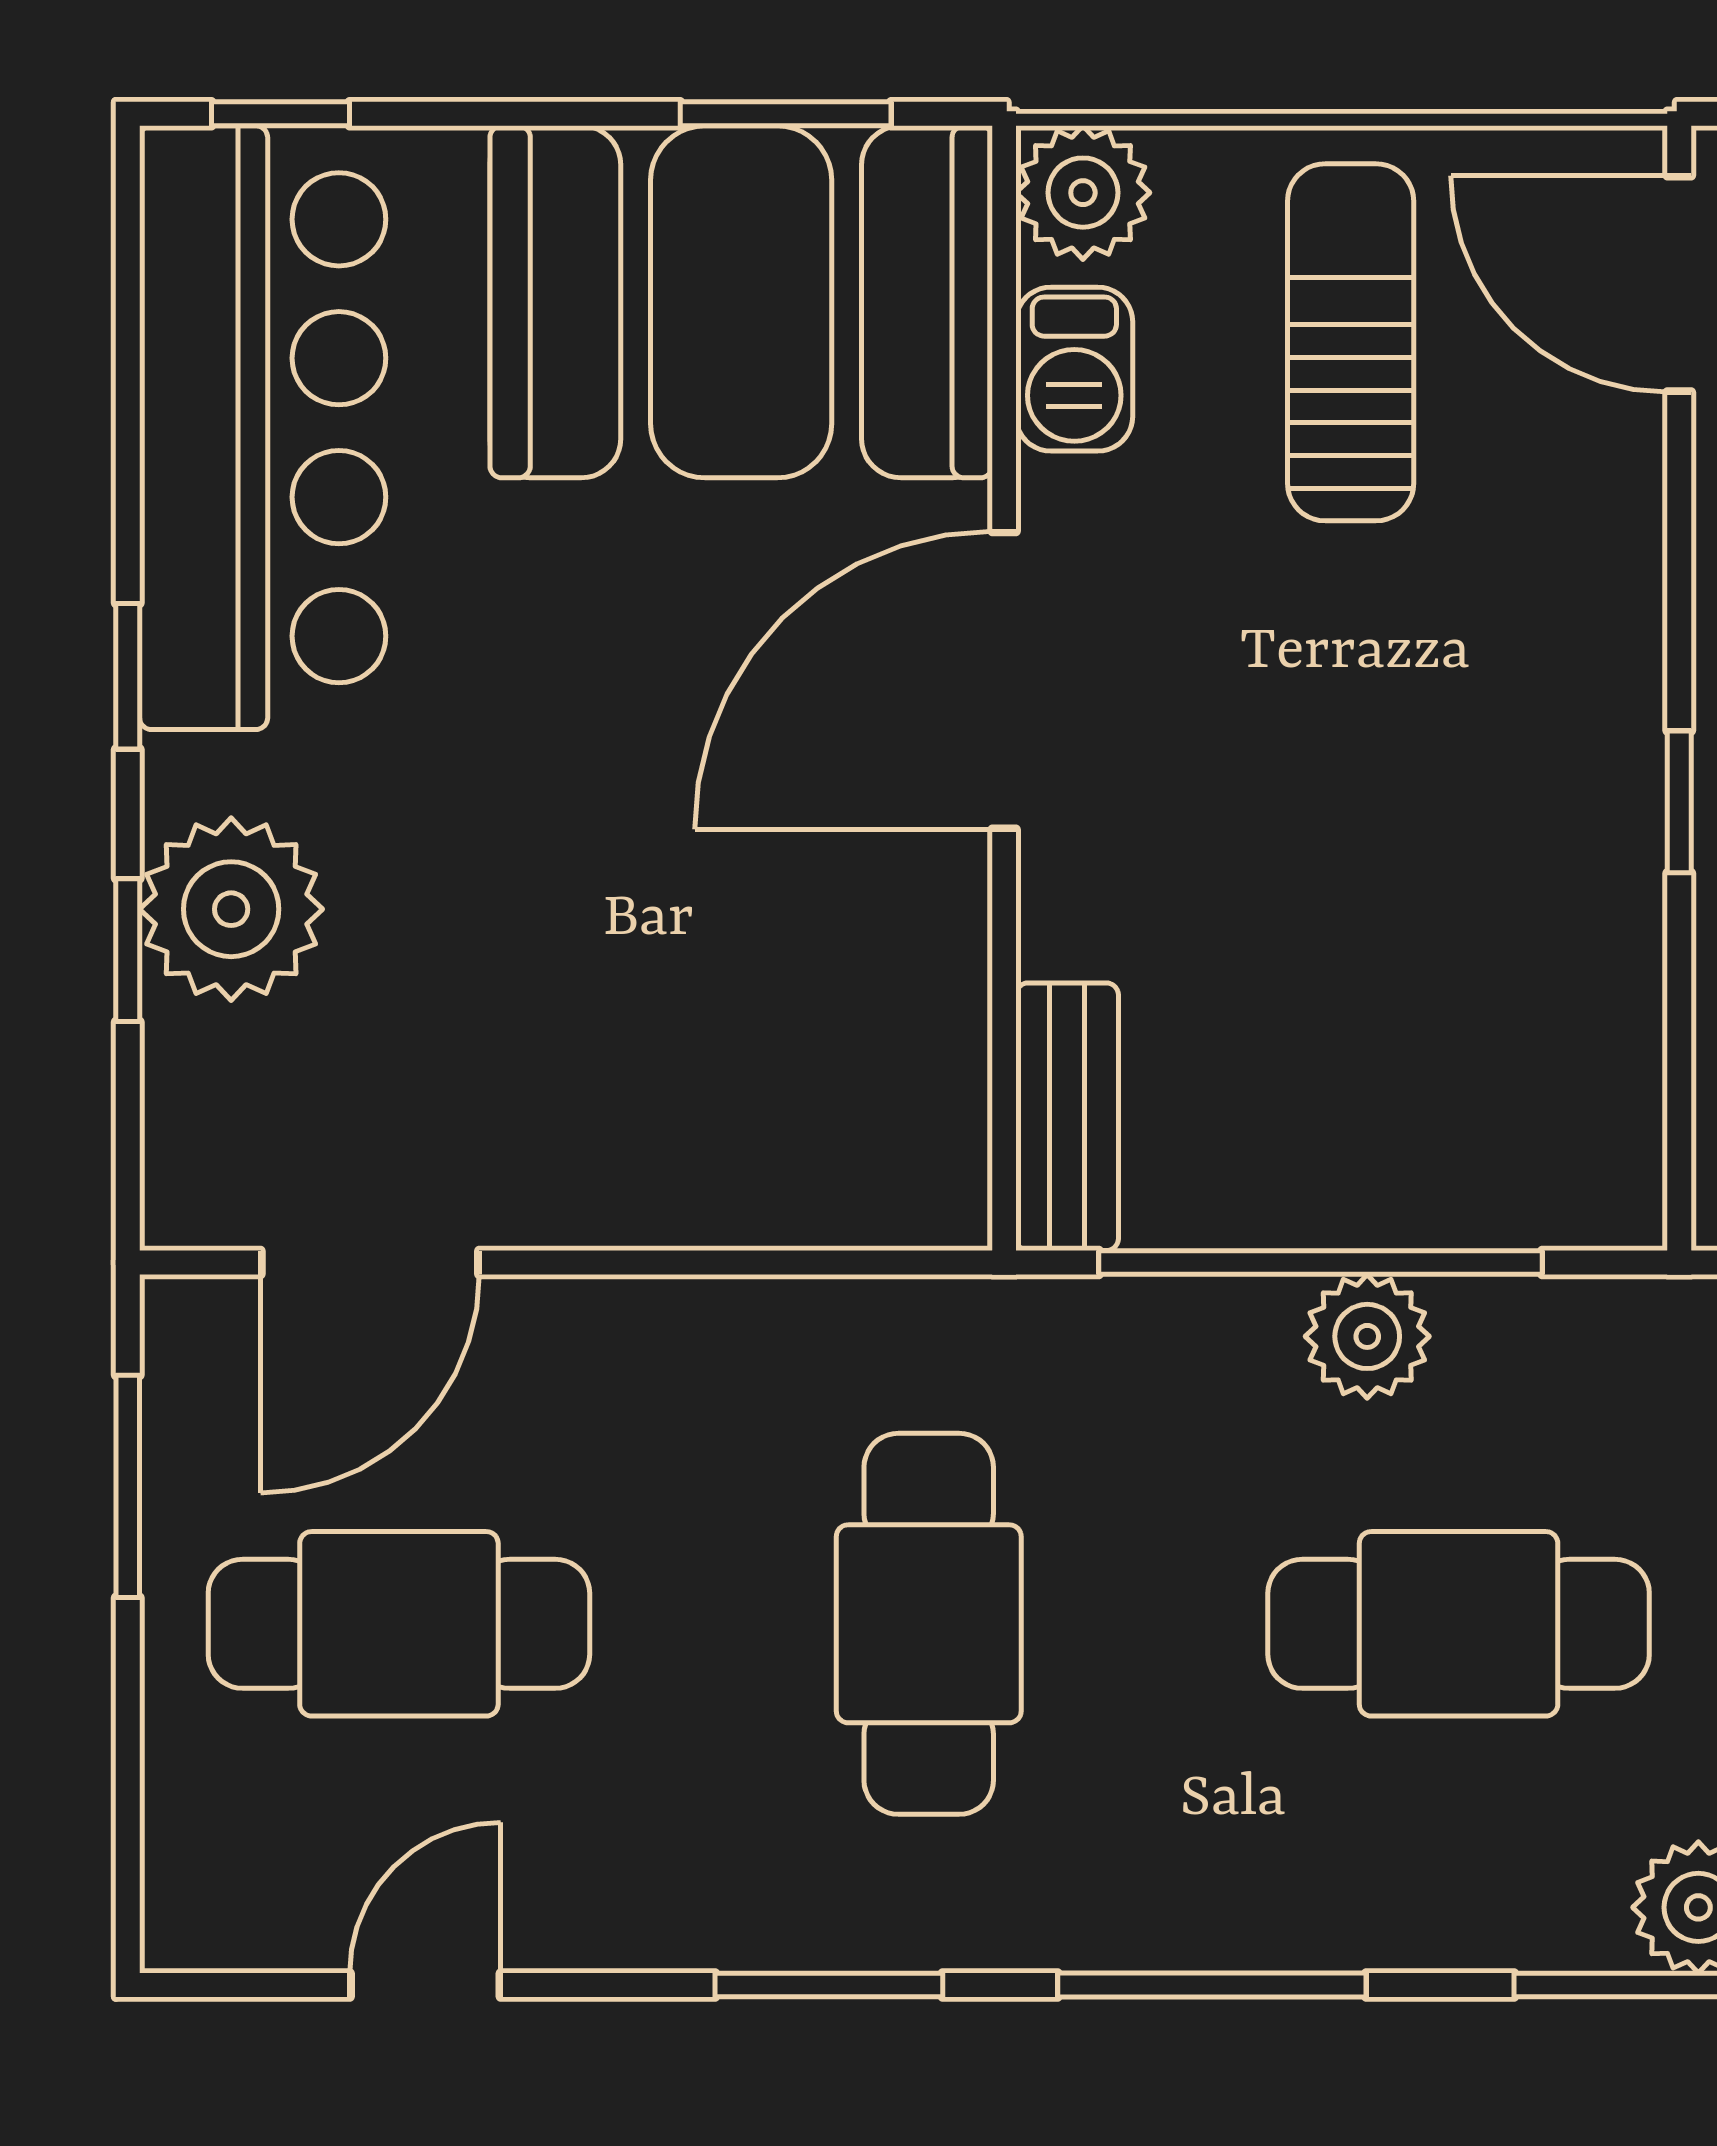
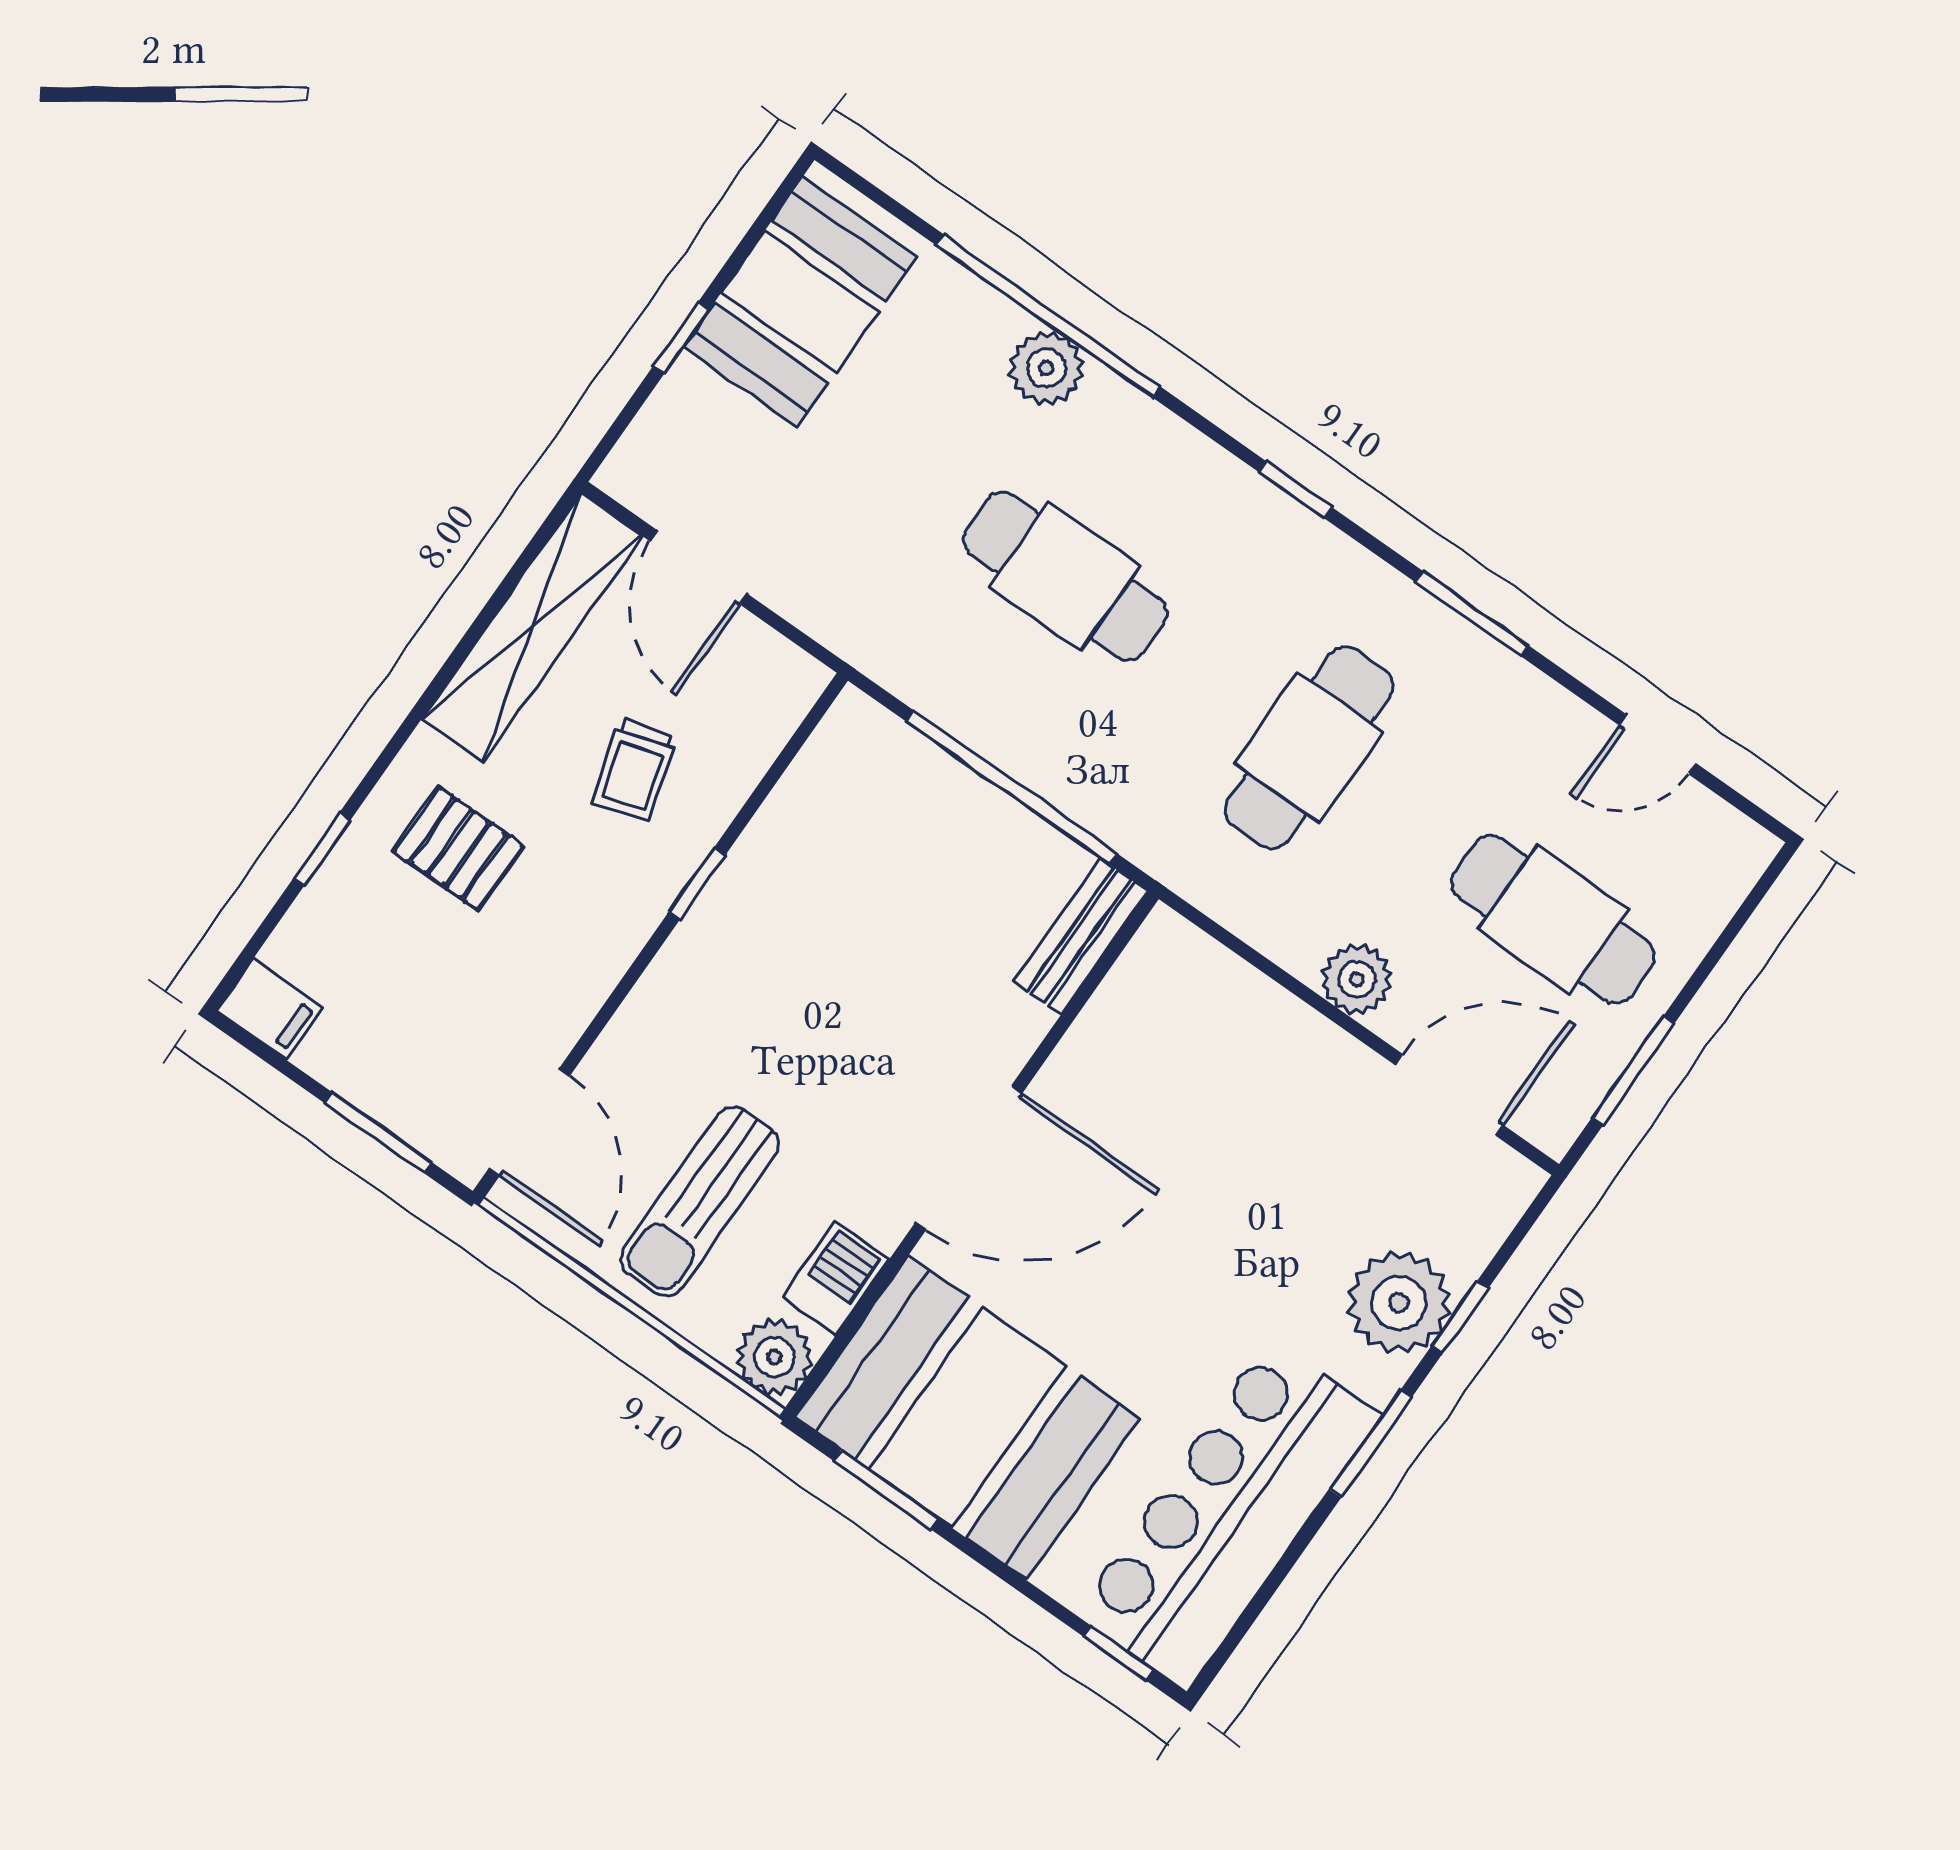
window: (128, 676) -> (1371, 1444), width x1.50
plant: (1367, 1336) -> (1357, 979), moved
window: (1212, 1985) -> (1295, 490), width x0.46

